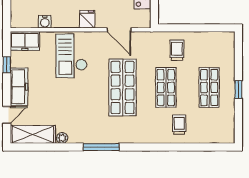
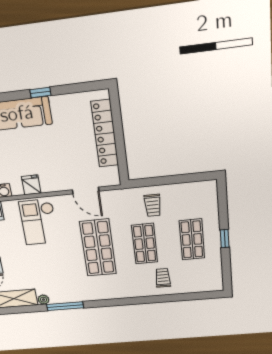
fridge: (87, 19) -> (31, 185), moved
trolley: (177, 50) -> (153, 205), turned 180
window: (101, 147) -> (65, 306), moved

